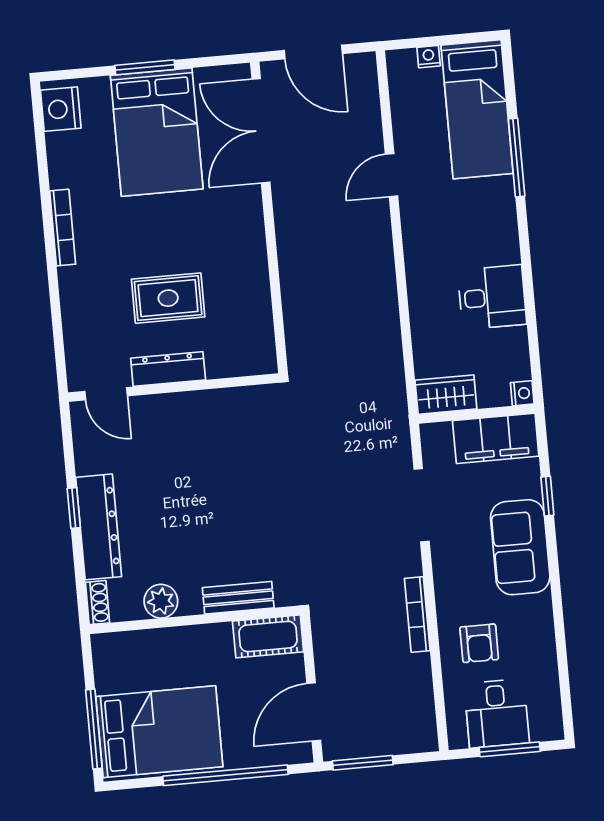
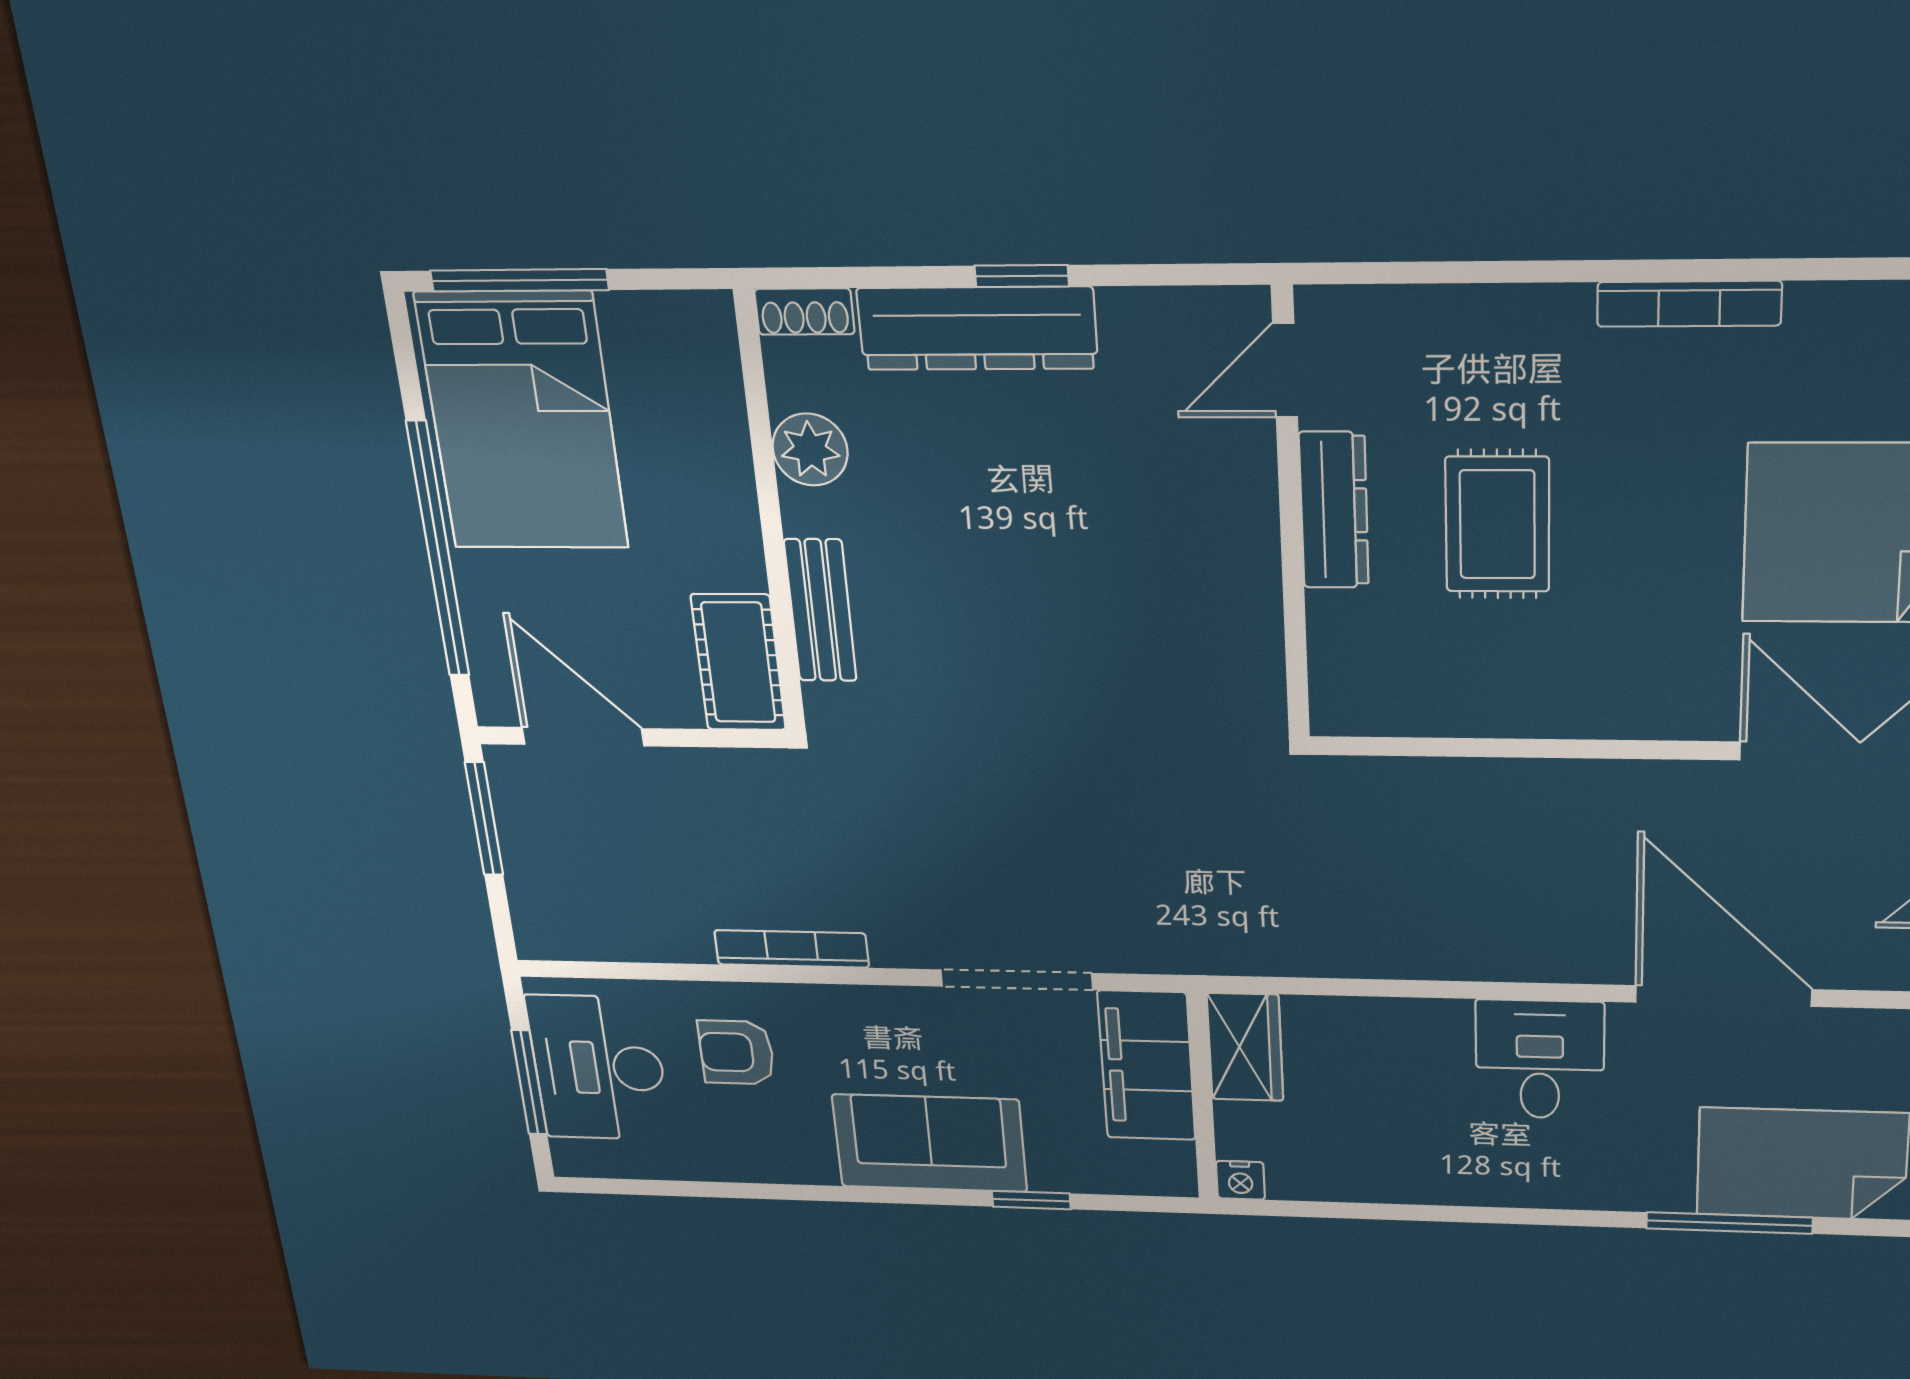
door: (392, 175) -> (1723, 996), width x1.88
desk: (492, 297) -> (1540, 1060), moved, turned 180
filing cabinet: (496, 438) -> (1147, 1066), moved
desk: (497, 713) -> (599, 1068), width x1.37

